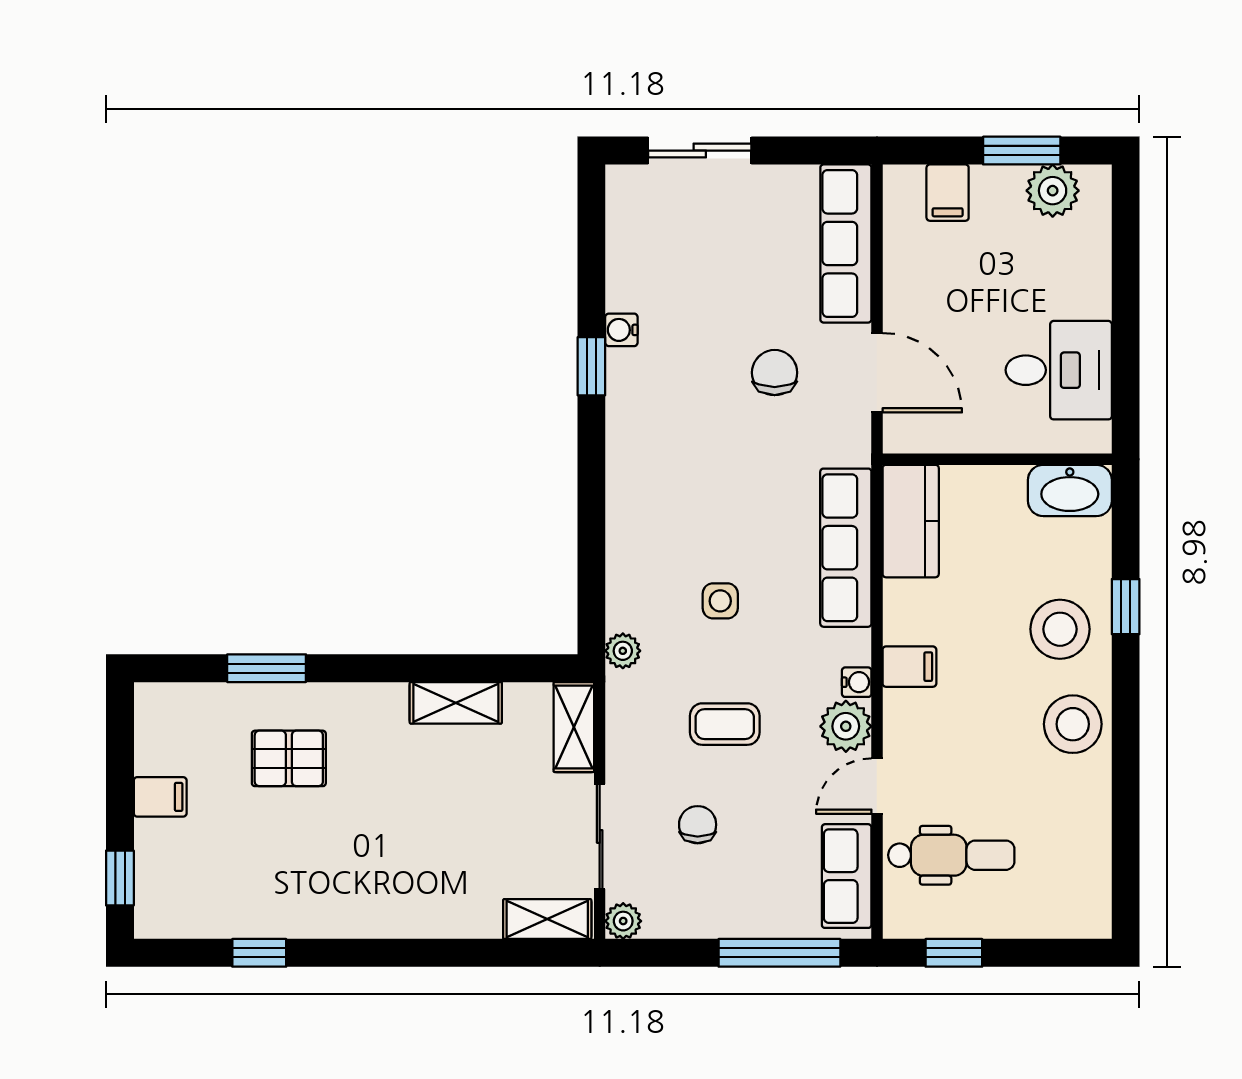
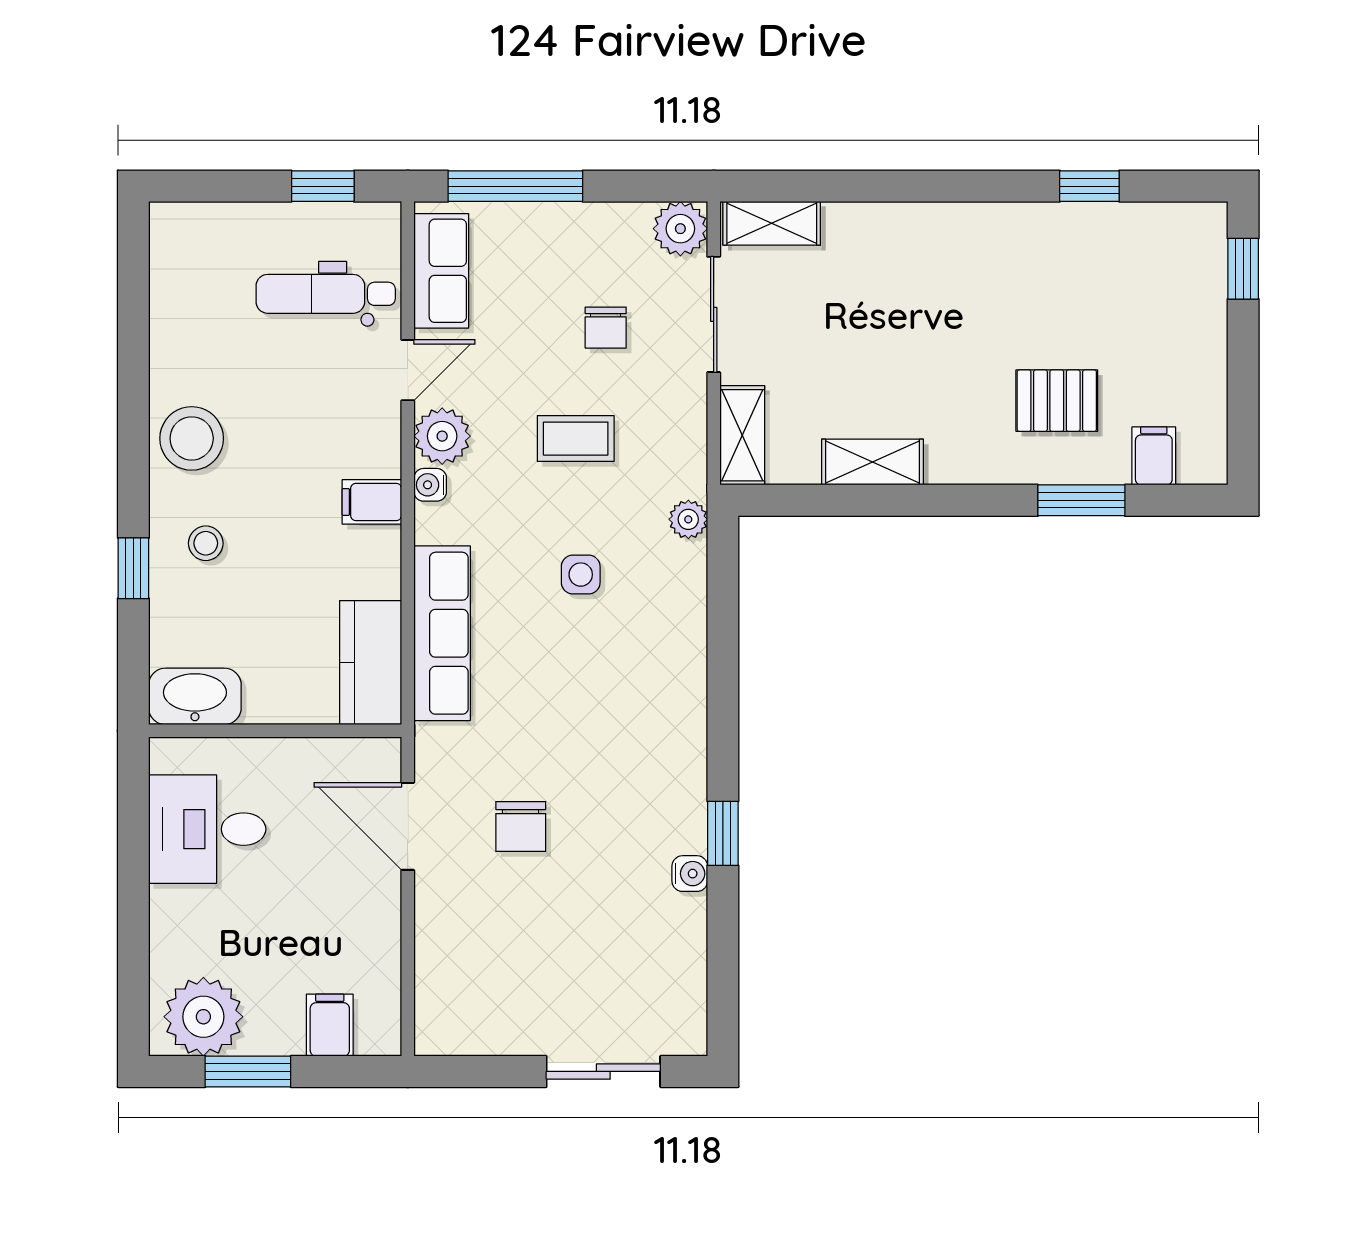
plant: (1053, 191) -> (203, 1017), width x1.36, depth x1.36
row of seats: (846, 243) -> (442, 969), removed
stool: (1060, 629) -> (206, 543), width x0.53, depth x0.53
filing cabinet: (160, 797) -> (1154, 456), moved, turned 90
plant: (623, 921) -> (680, 229), width x1.38, depth x1.38

